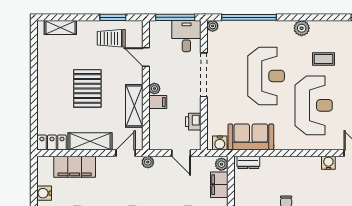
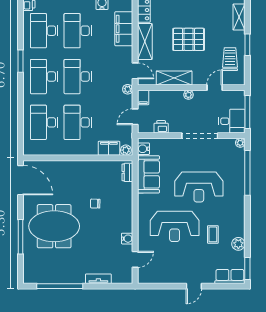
window: (113, 17) -> (247, 45), moved
plant: (302, 28) -> (238, 244), moved
filing cabinet: (158, 102) -> (143, 97), moved

